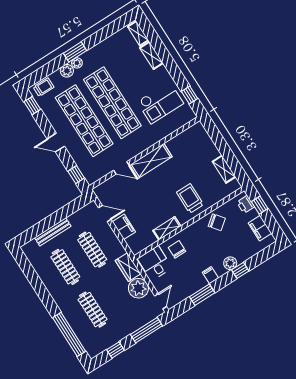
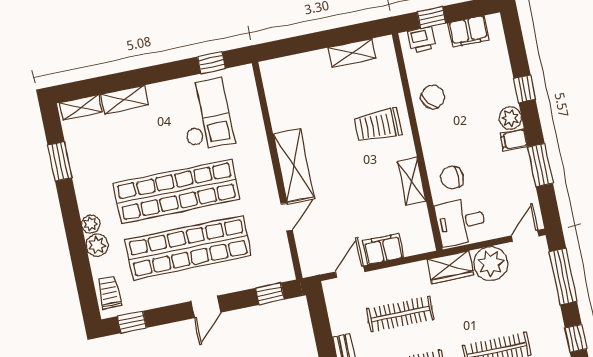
window: (75, 52) -> (60, 161), moved
plant: (230, 263) -> (510, 118), moved
door: (161, 301) -> (525, 236), hinge flipped

